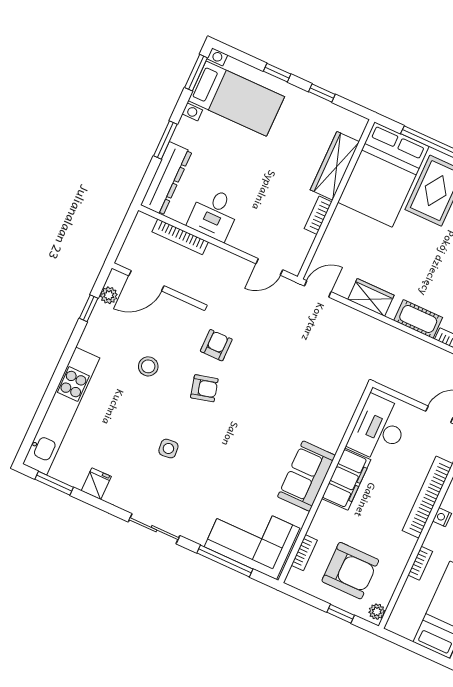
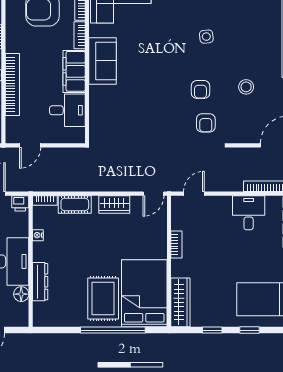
wardrobe: (335, 166) -> (180, 302), moved
armchair: (204, 388) -> (200, 89), turned -76
desk: (379, 429) -> (67, 110), width x0.73
bookcase: (320, 519) -> (80, 35), added

